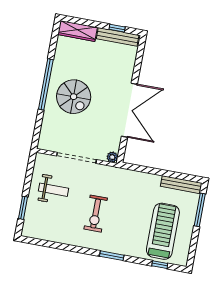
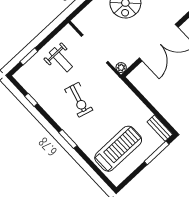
bench: (181, 185) -> (160, 128), width x0.73
exercise bike: (96, 214) -> (79, 100), turned -74
window: (160, 265) -> (31, 100), moved

